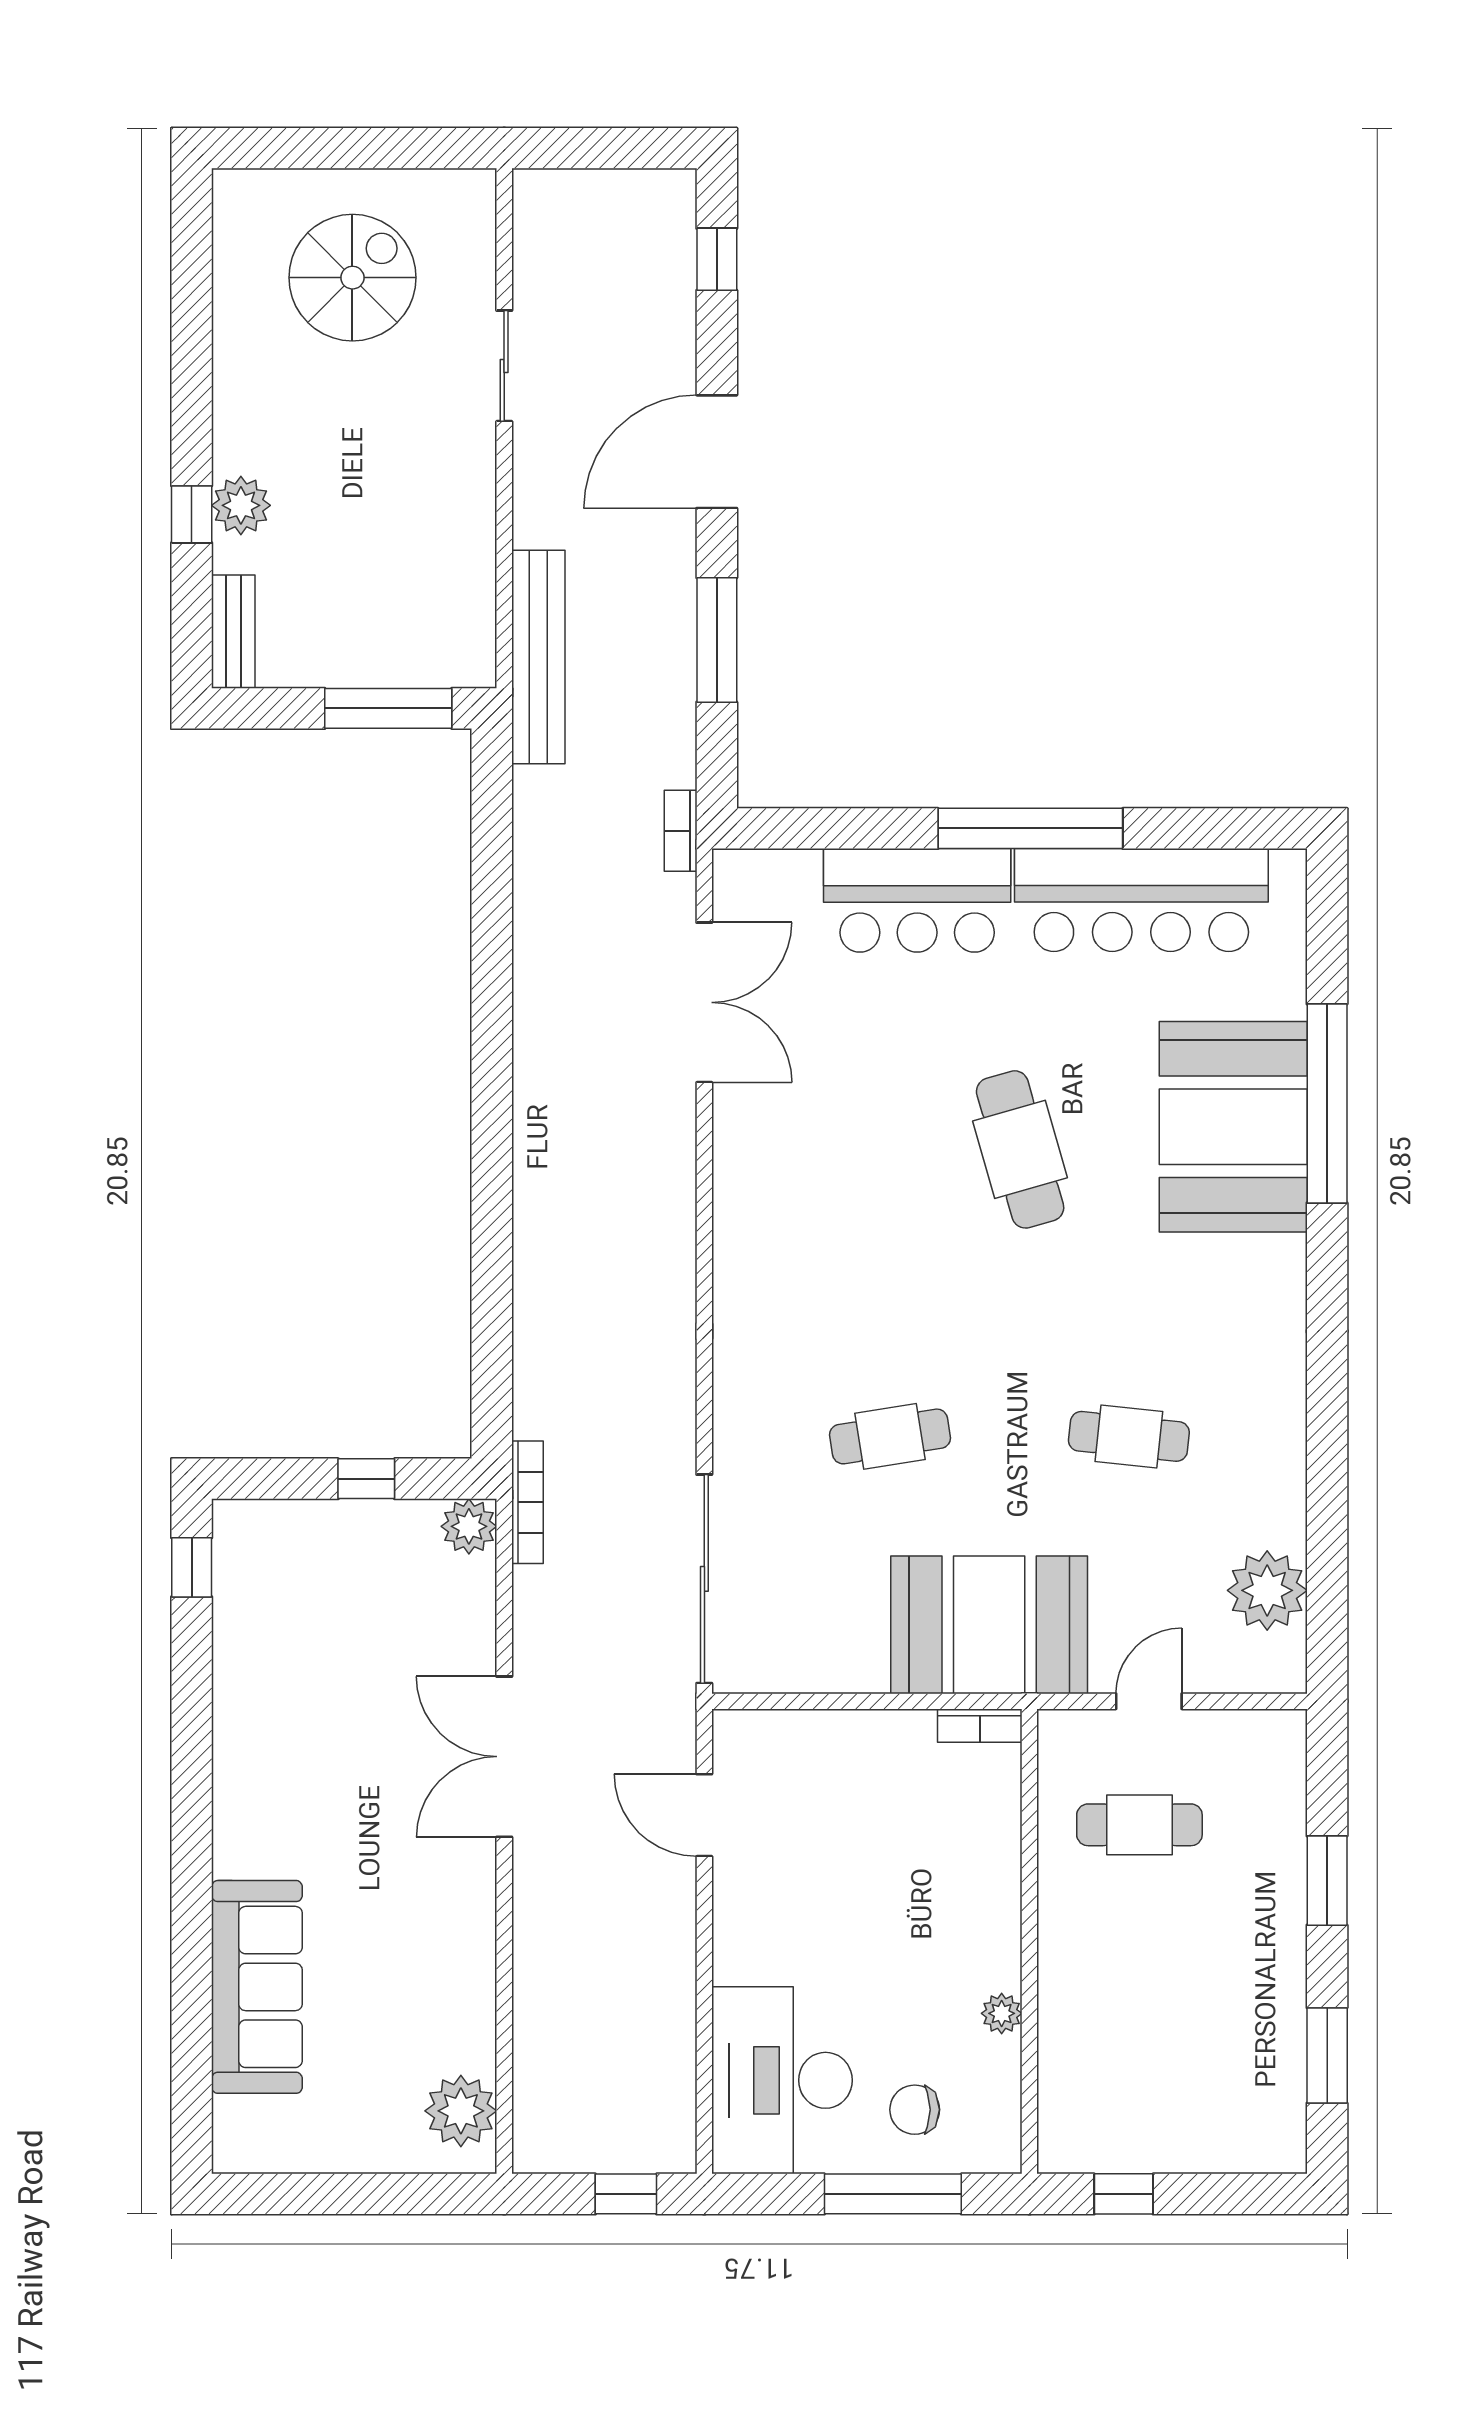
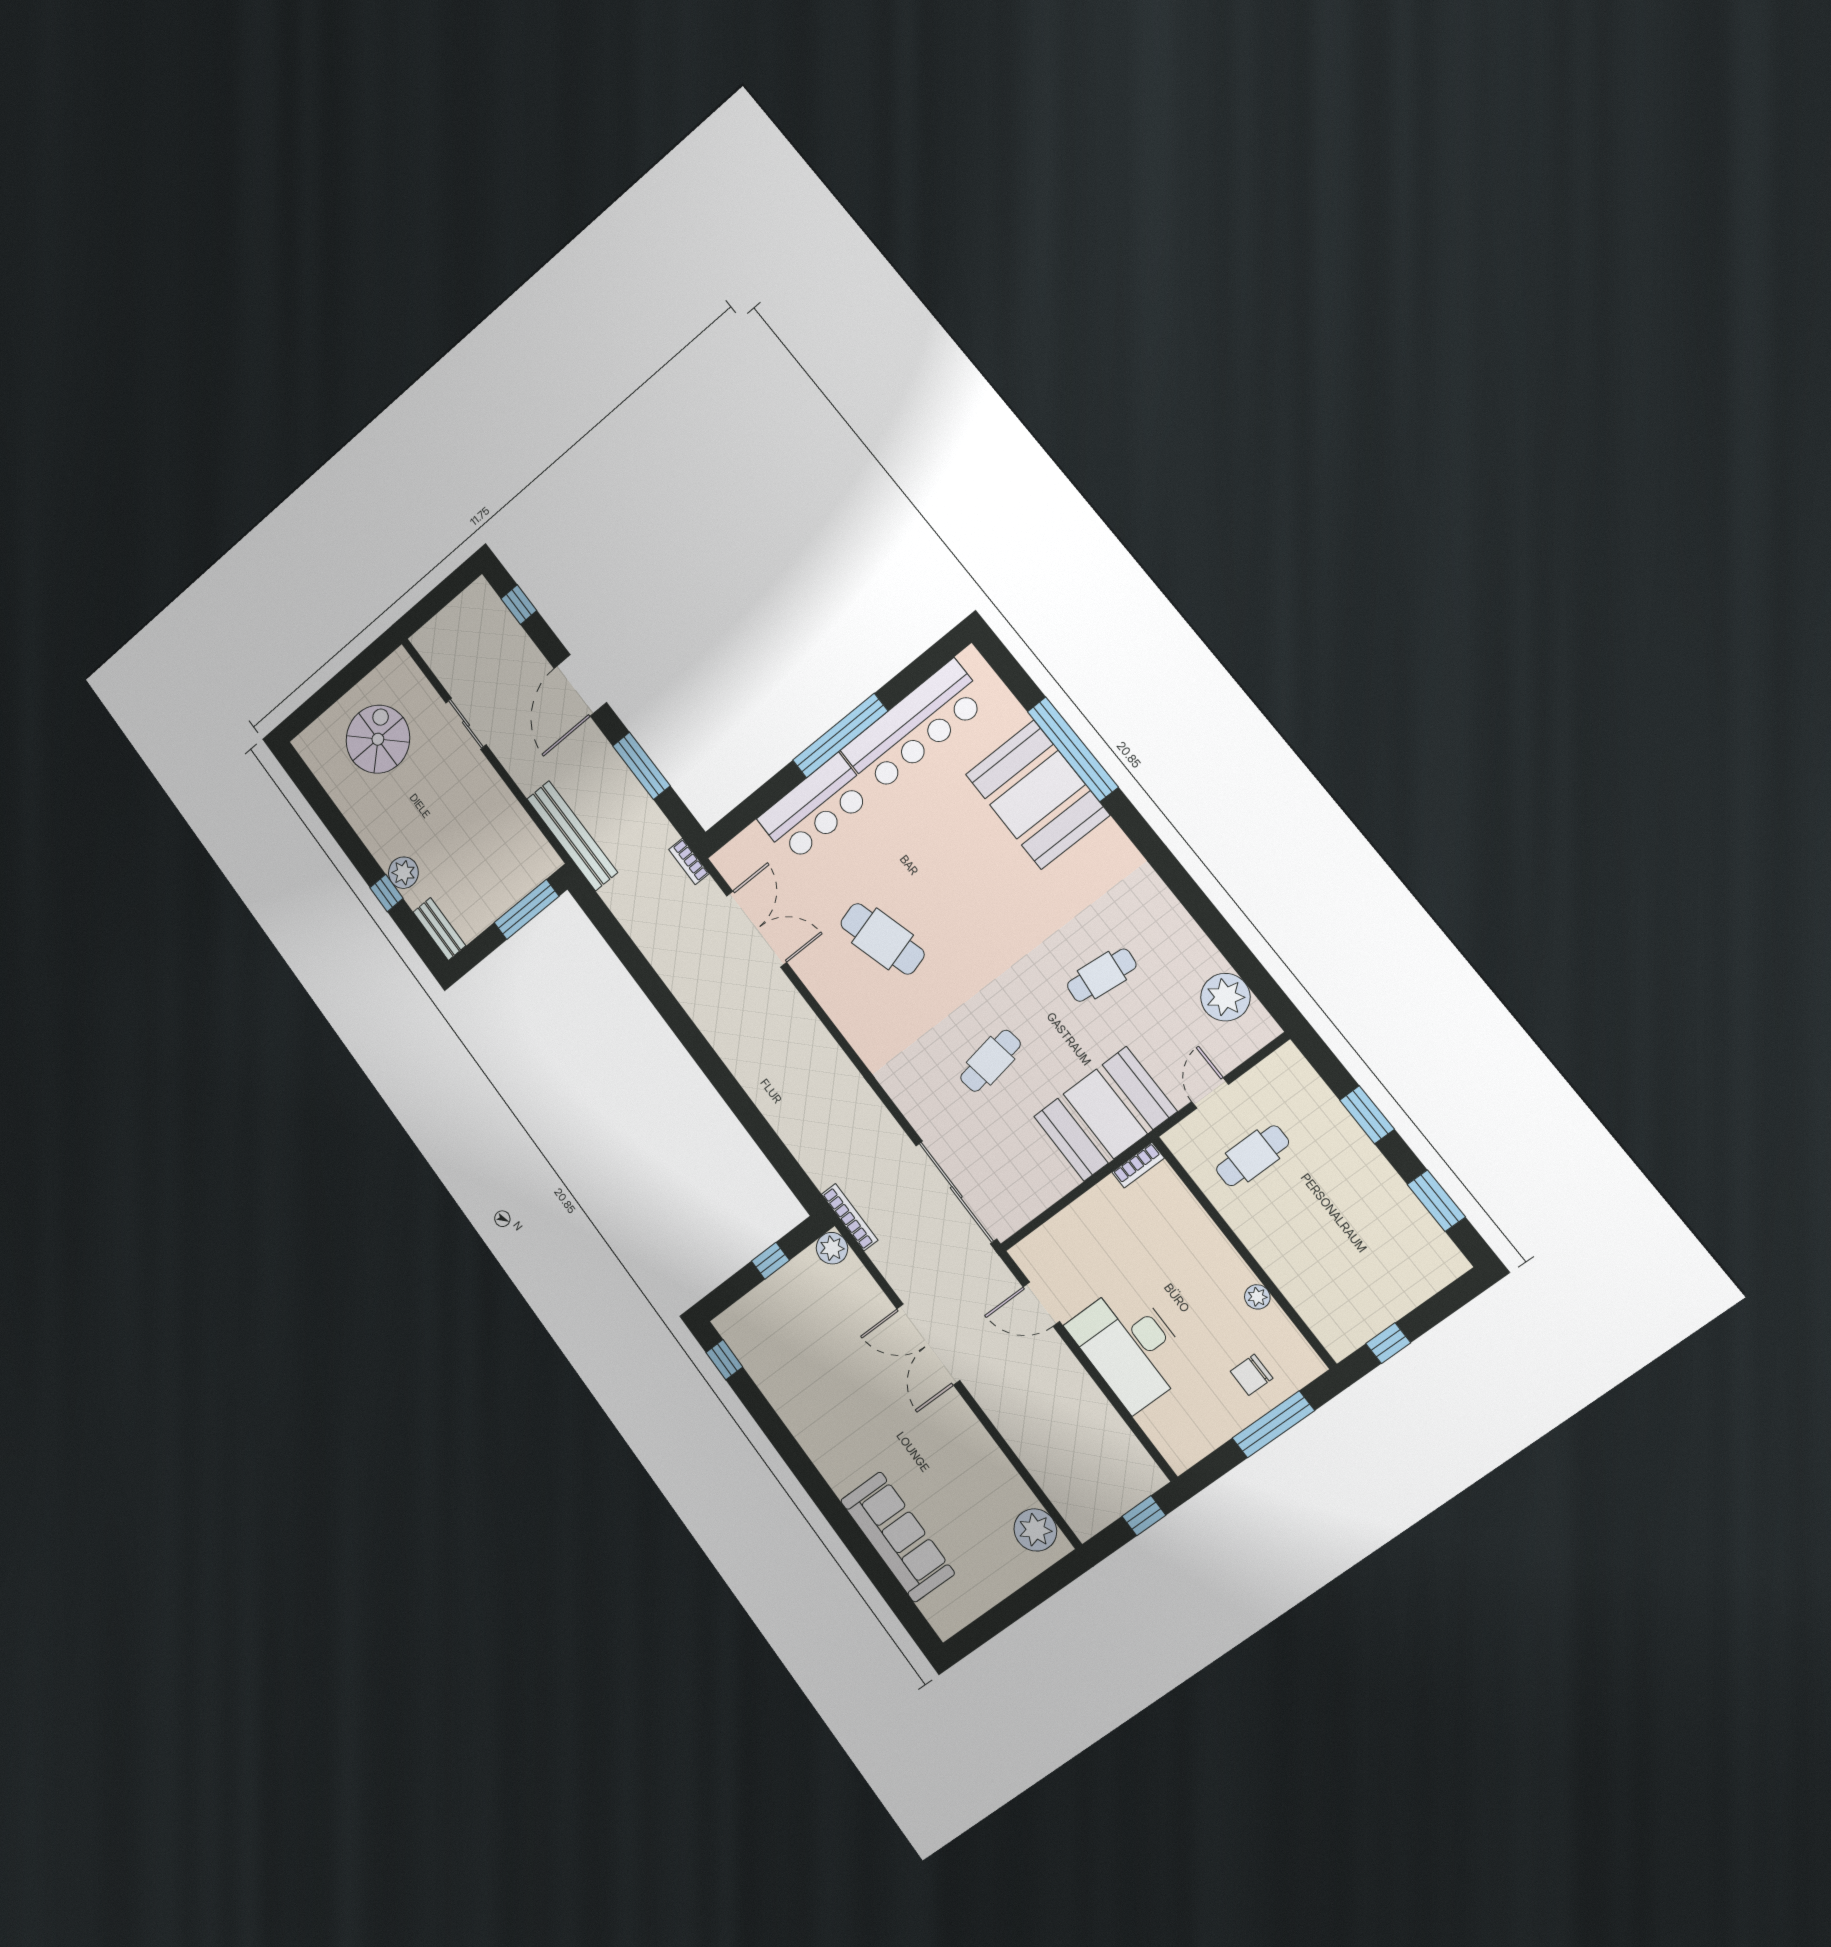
cafe table: (1020, 1149) -> (882, 939), moved
desk: (782, 2080) -> (1131, 1347), moved

